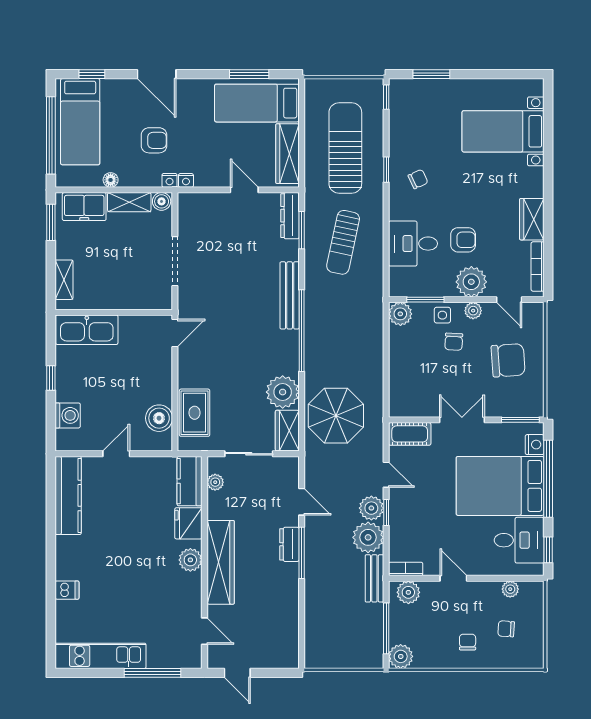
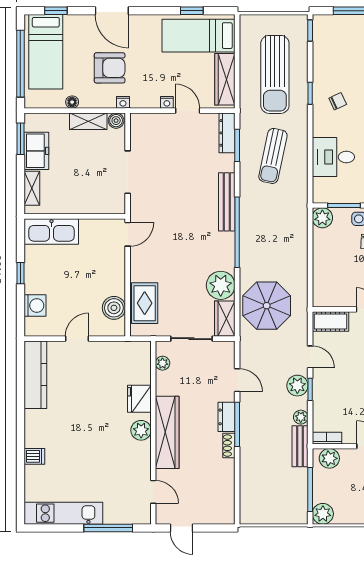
window: (249, 74) -> (192, 11), width x0.67
armchair: (154, 140) -> (110, 68), width x1.38, depth x1.38
sun lounger: (345, 148) -> (275, 74), turned 180
nightstand: (186, 180) -> (167, 102), moved
freezer: (84, 207) -> (36, 151), moved, turned -90
kitchen counter: (190, 481) -> (140, 362), removed
plant: (368, 537) -> (301, 417), width x0.53, depth x0.53
shoe rack: (292, 577) -> (229, 446), added

